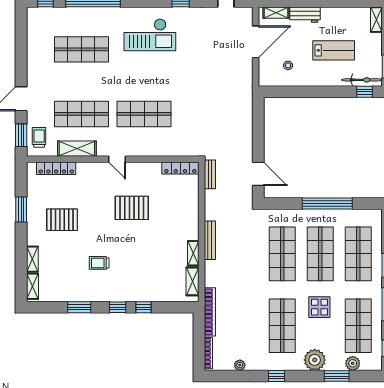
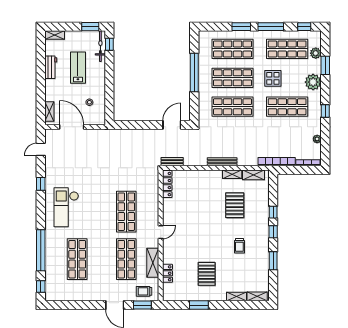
workbench: (305, 15) -> (51, 67), moved
checkout: (150, 35) -> (66, 207), turned 180
locker: (56, 168) -> (167, 273), width x0.66
pallet: (132, 208) -> (235, 205), moved

